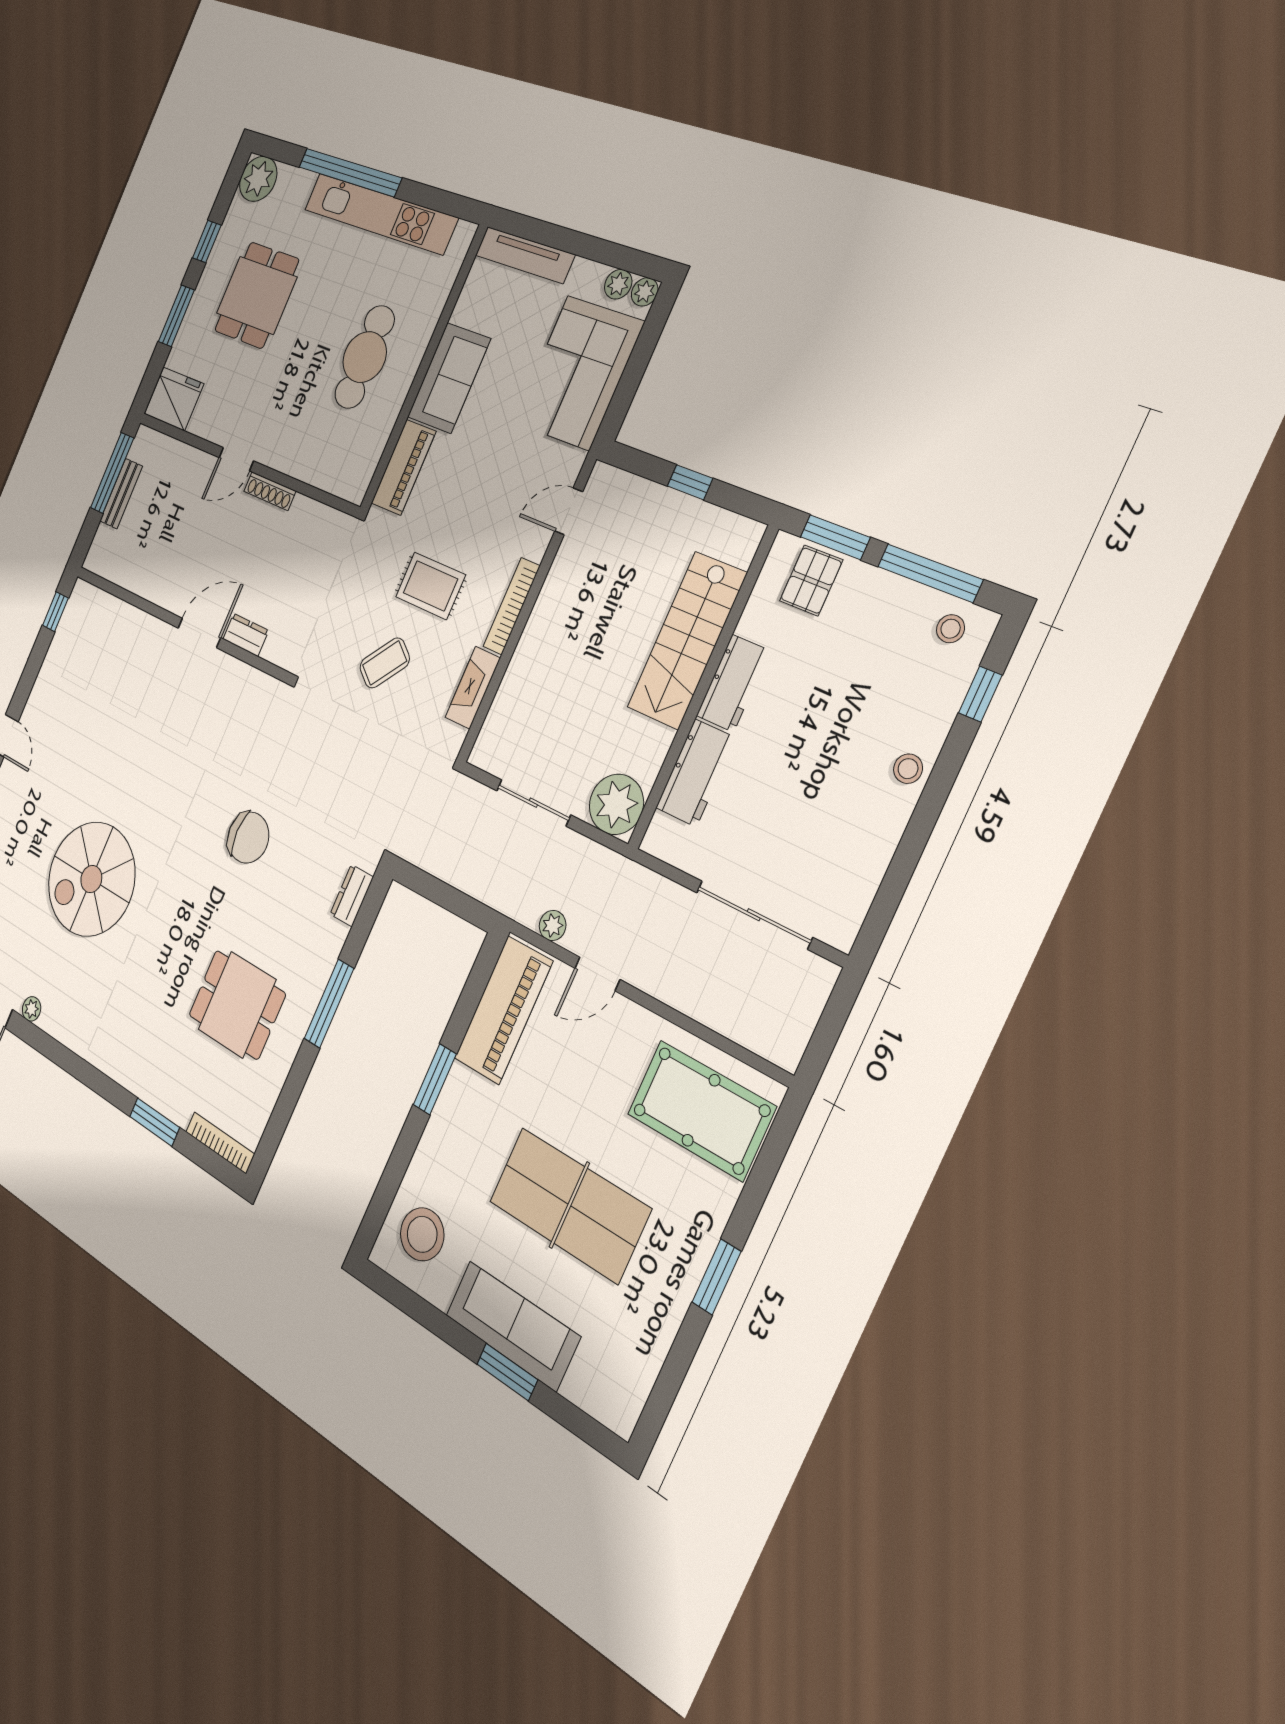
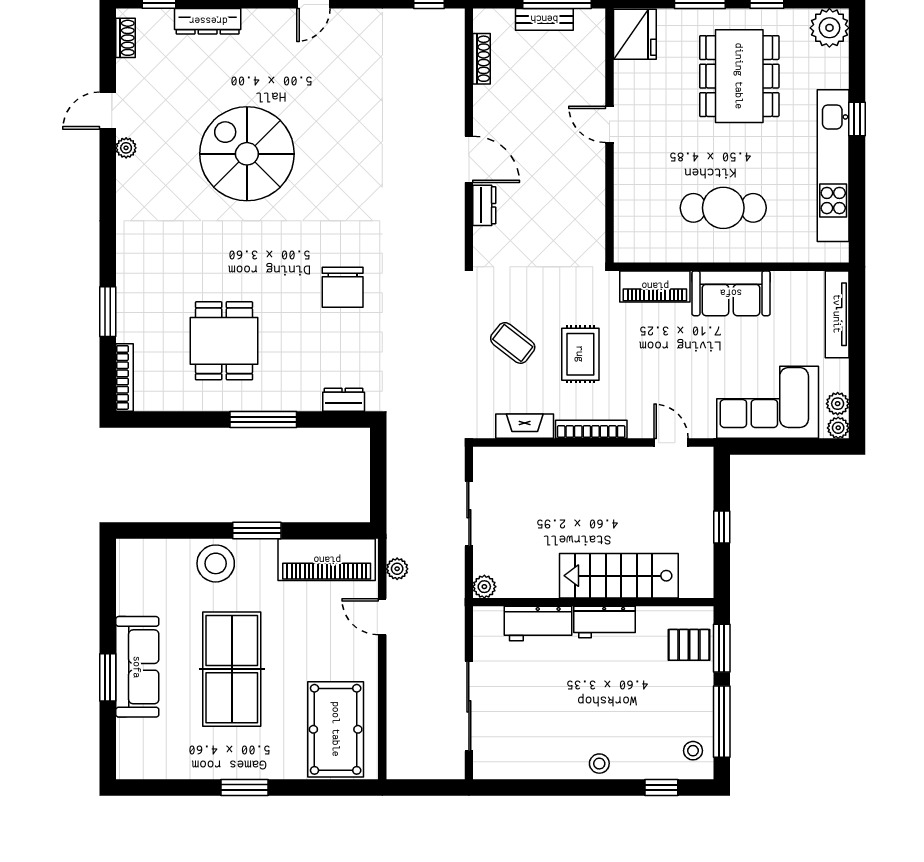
window: (350, 172) -> (857, 119), width x0.32
dining table: (257, 295) -> (739, 76), width x1.38
shoe rack: (270, 491) -> (482, 59), moved, turned 180
plant: (616, 804) -> (484, 587), width x0.53, depth x0.53
stool: (422, 1234) -> (216, 563), moved

